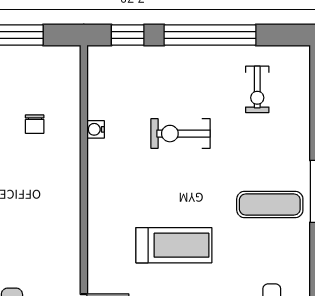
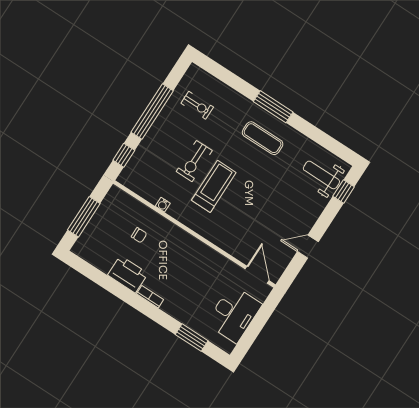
exercise mat: (270, 205) -> (263, 138), turned 90
treadmill: (174, 245) -> (214, 186), moved

